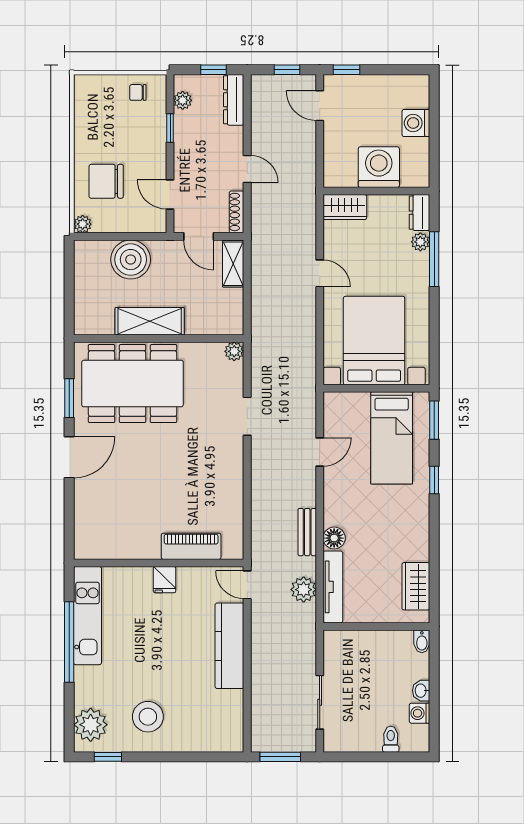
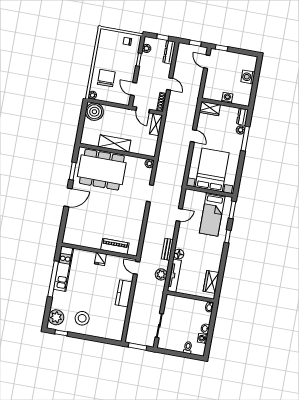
washing machine: (379, 167) -> (227, 98), width x0.53, depth x0.53
chair: (106, 181) -> (106, 78), turned 90
boiler: (131, 260) -> (94, 112), moved
kitchen counter: (229, 646) -> (124, 293), width x0.67

